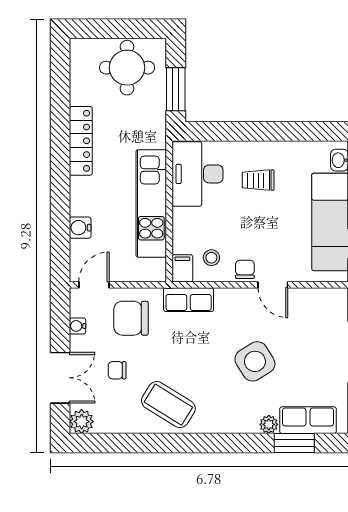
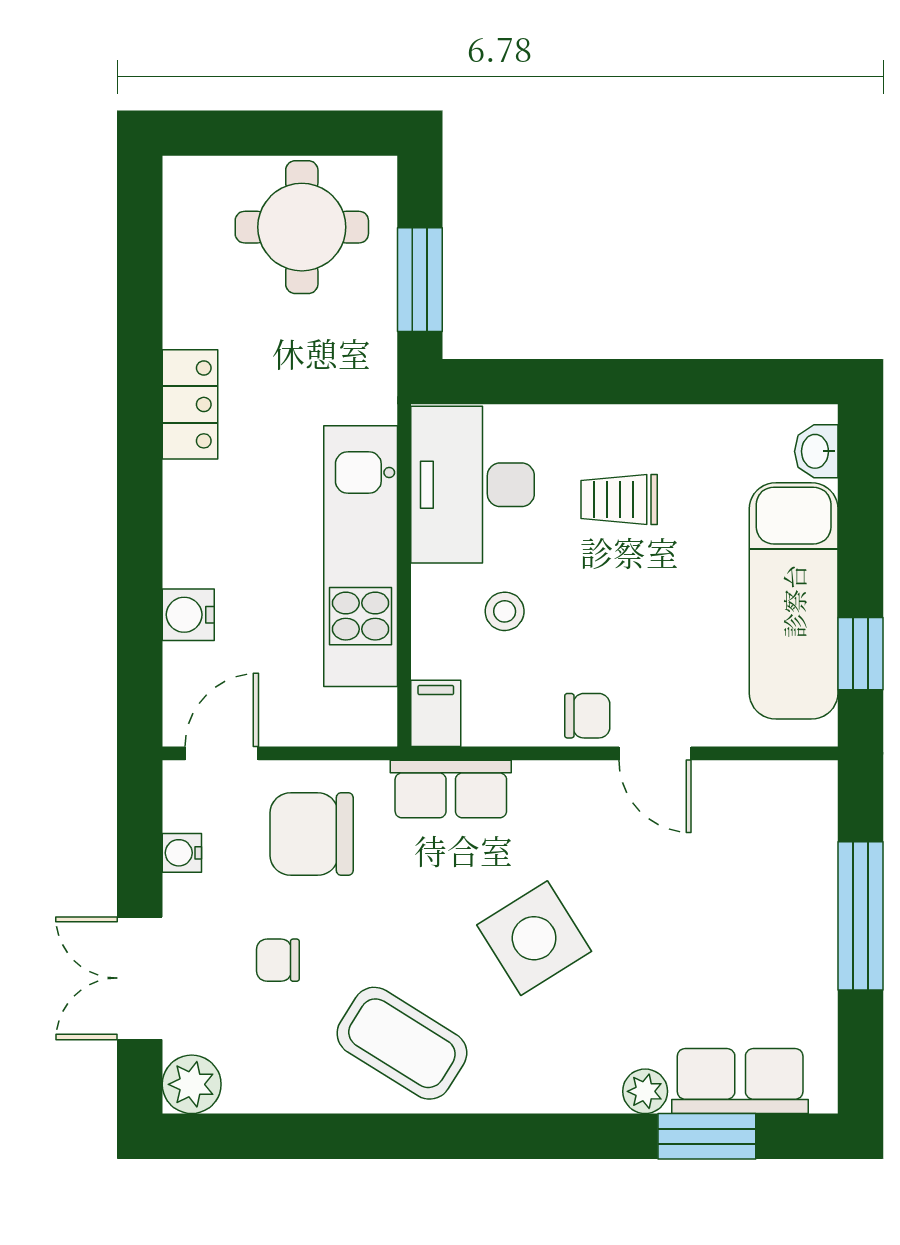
locker: (81, 141) -> (190, 404), width x0.66
stool: (211, 258) -> (505, 611), moved
chair: (245, 269) -> (587, 716), turned 90
side table: (255, 361) -> (534, 938), moved
double door: (60, 378) -> (140, 978), swing flipped

